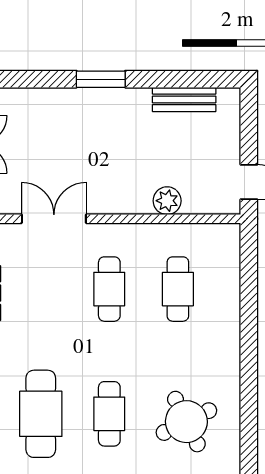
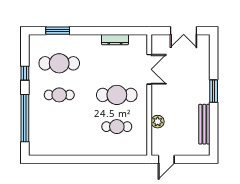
bench: (184, 99) -> (204, 124), width x1.36
cafe table: (109, 289) -> (117, 95), width x1.37, depth x1.35
round table: (186, 422) -> (56, 131), removed

